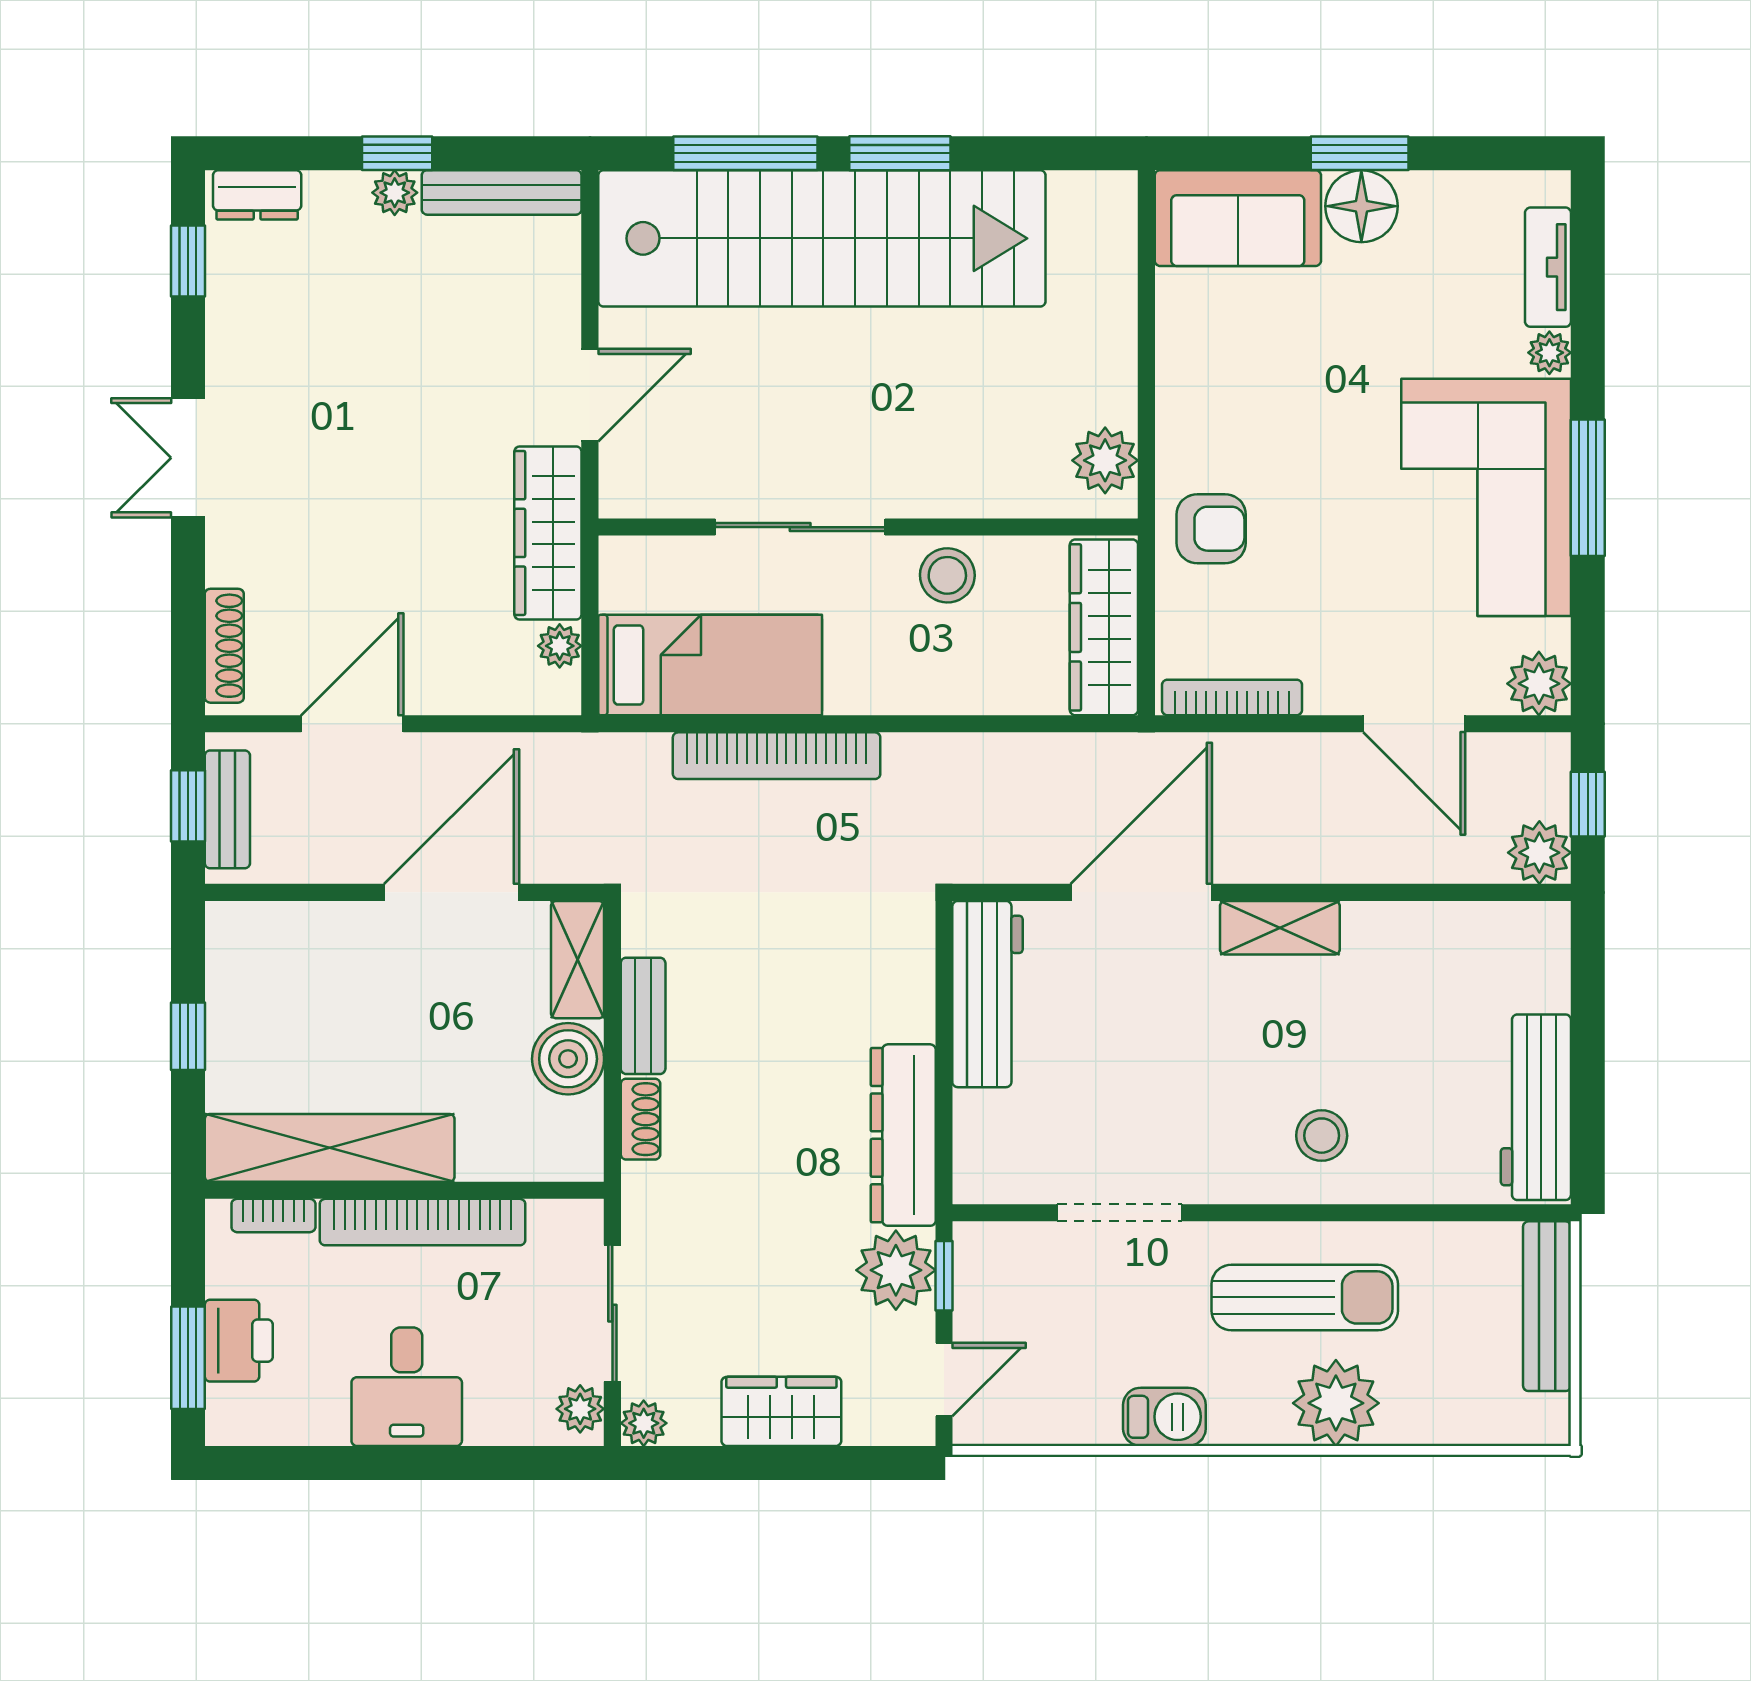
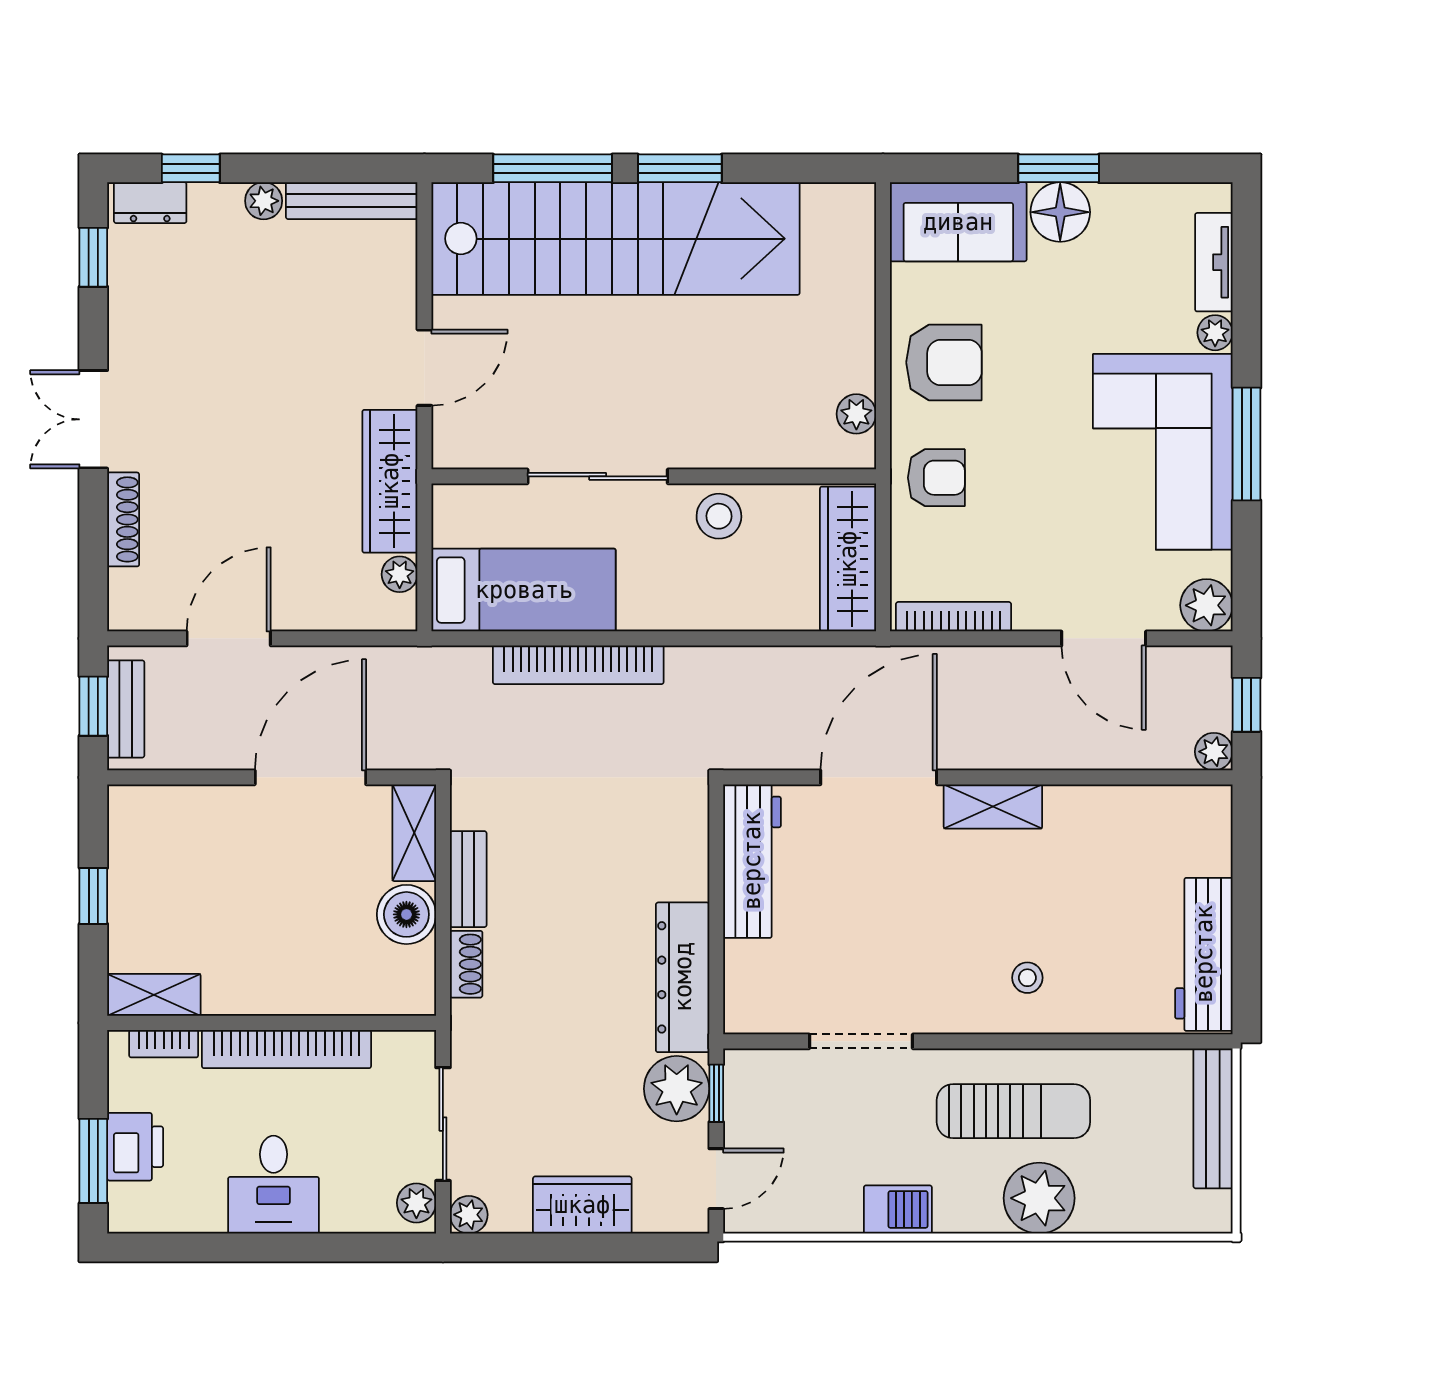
window: (397, 153) -> (191, 168), moved
armchair: (1220, 389) -> (944, 362), added
plant: (1105, 460) -> (856, 414), width x0.73, depth x0.73
shoe rack: (224, 646) -> (123, 519), moved
plant: (1539, 853) -> (1214, 752), width x0.73, depth x0.73
stool: (1322, 1136) -> (1027, 978), width x0.73, depth x0.73
shelving: (330, 1148) -> (154, 995), width x0.45, depth x0.75

